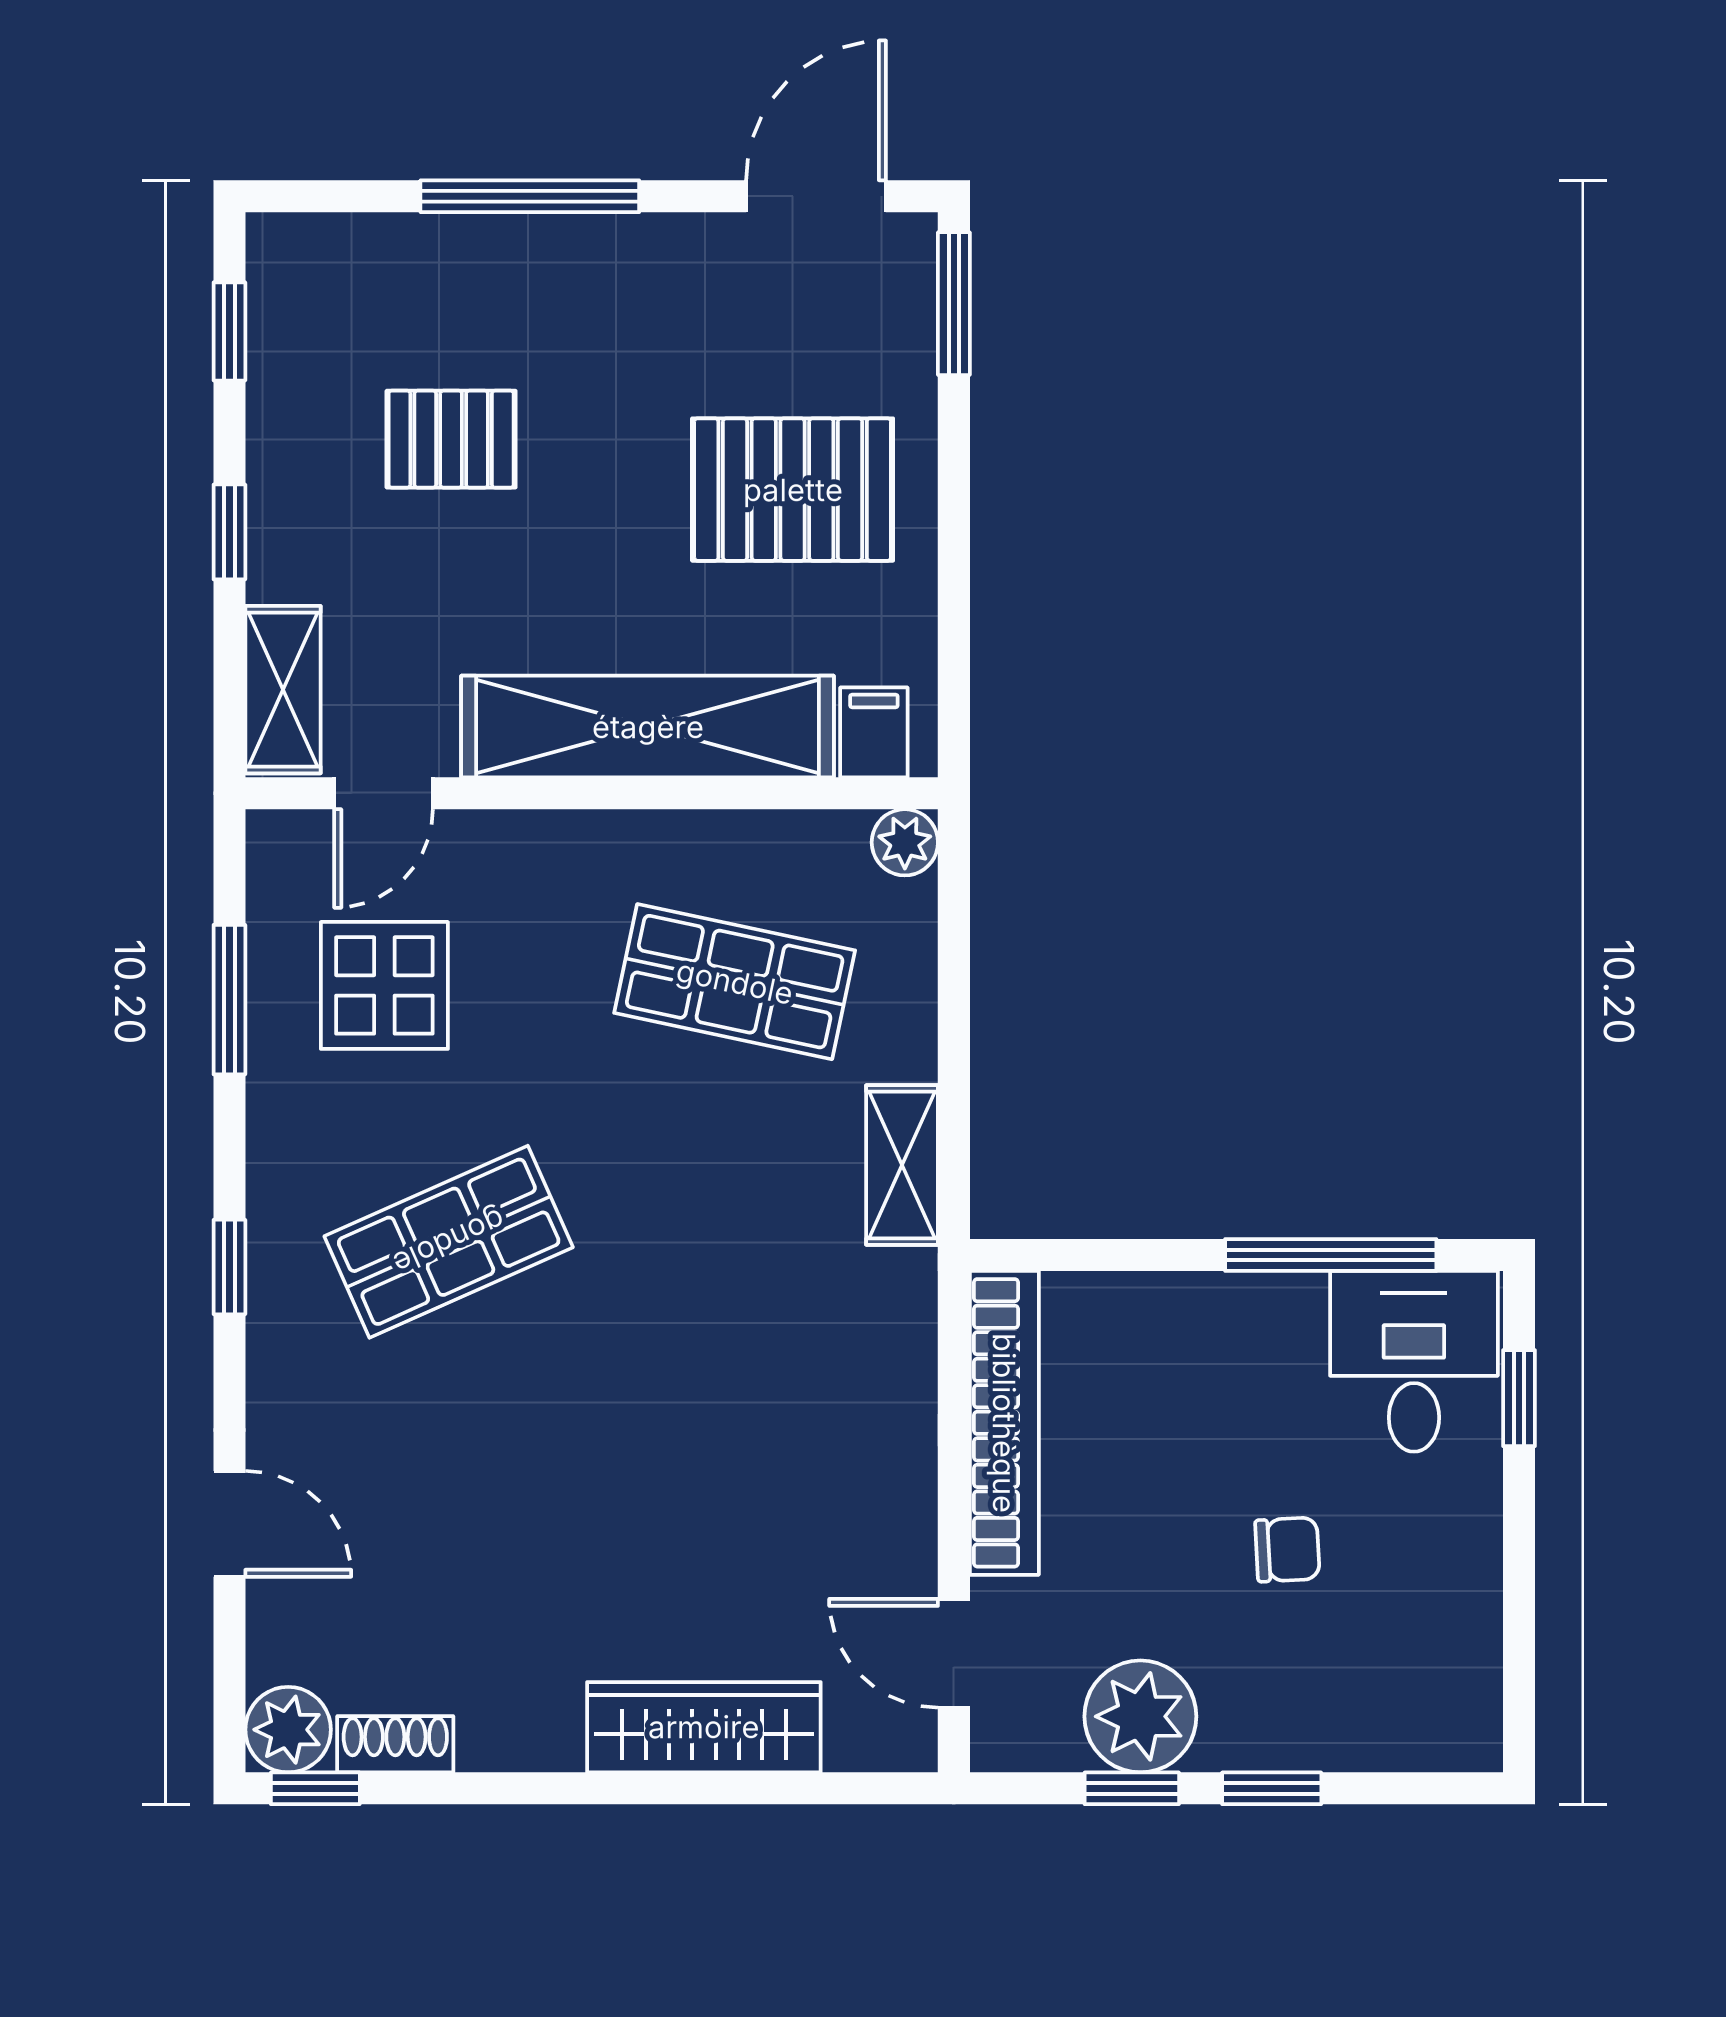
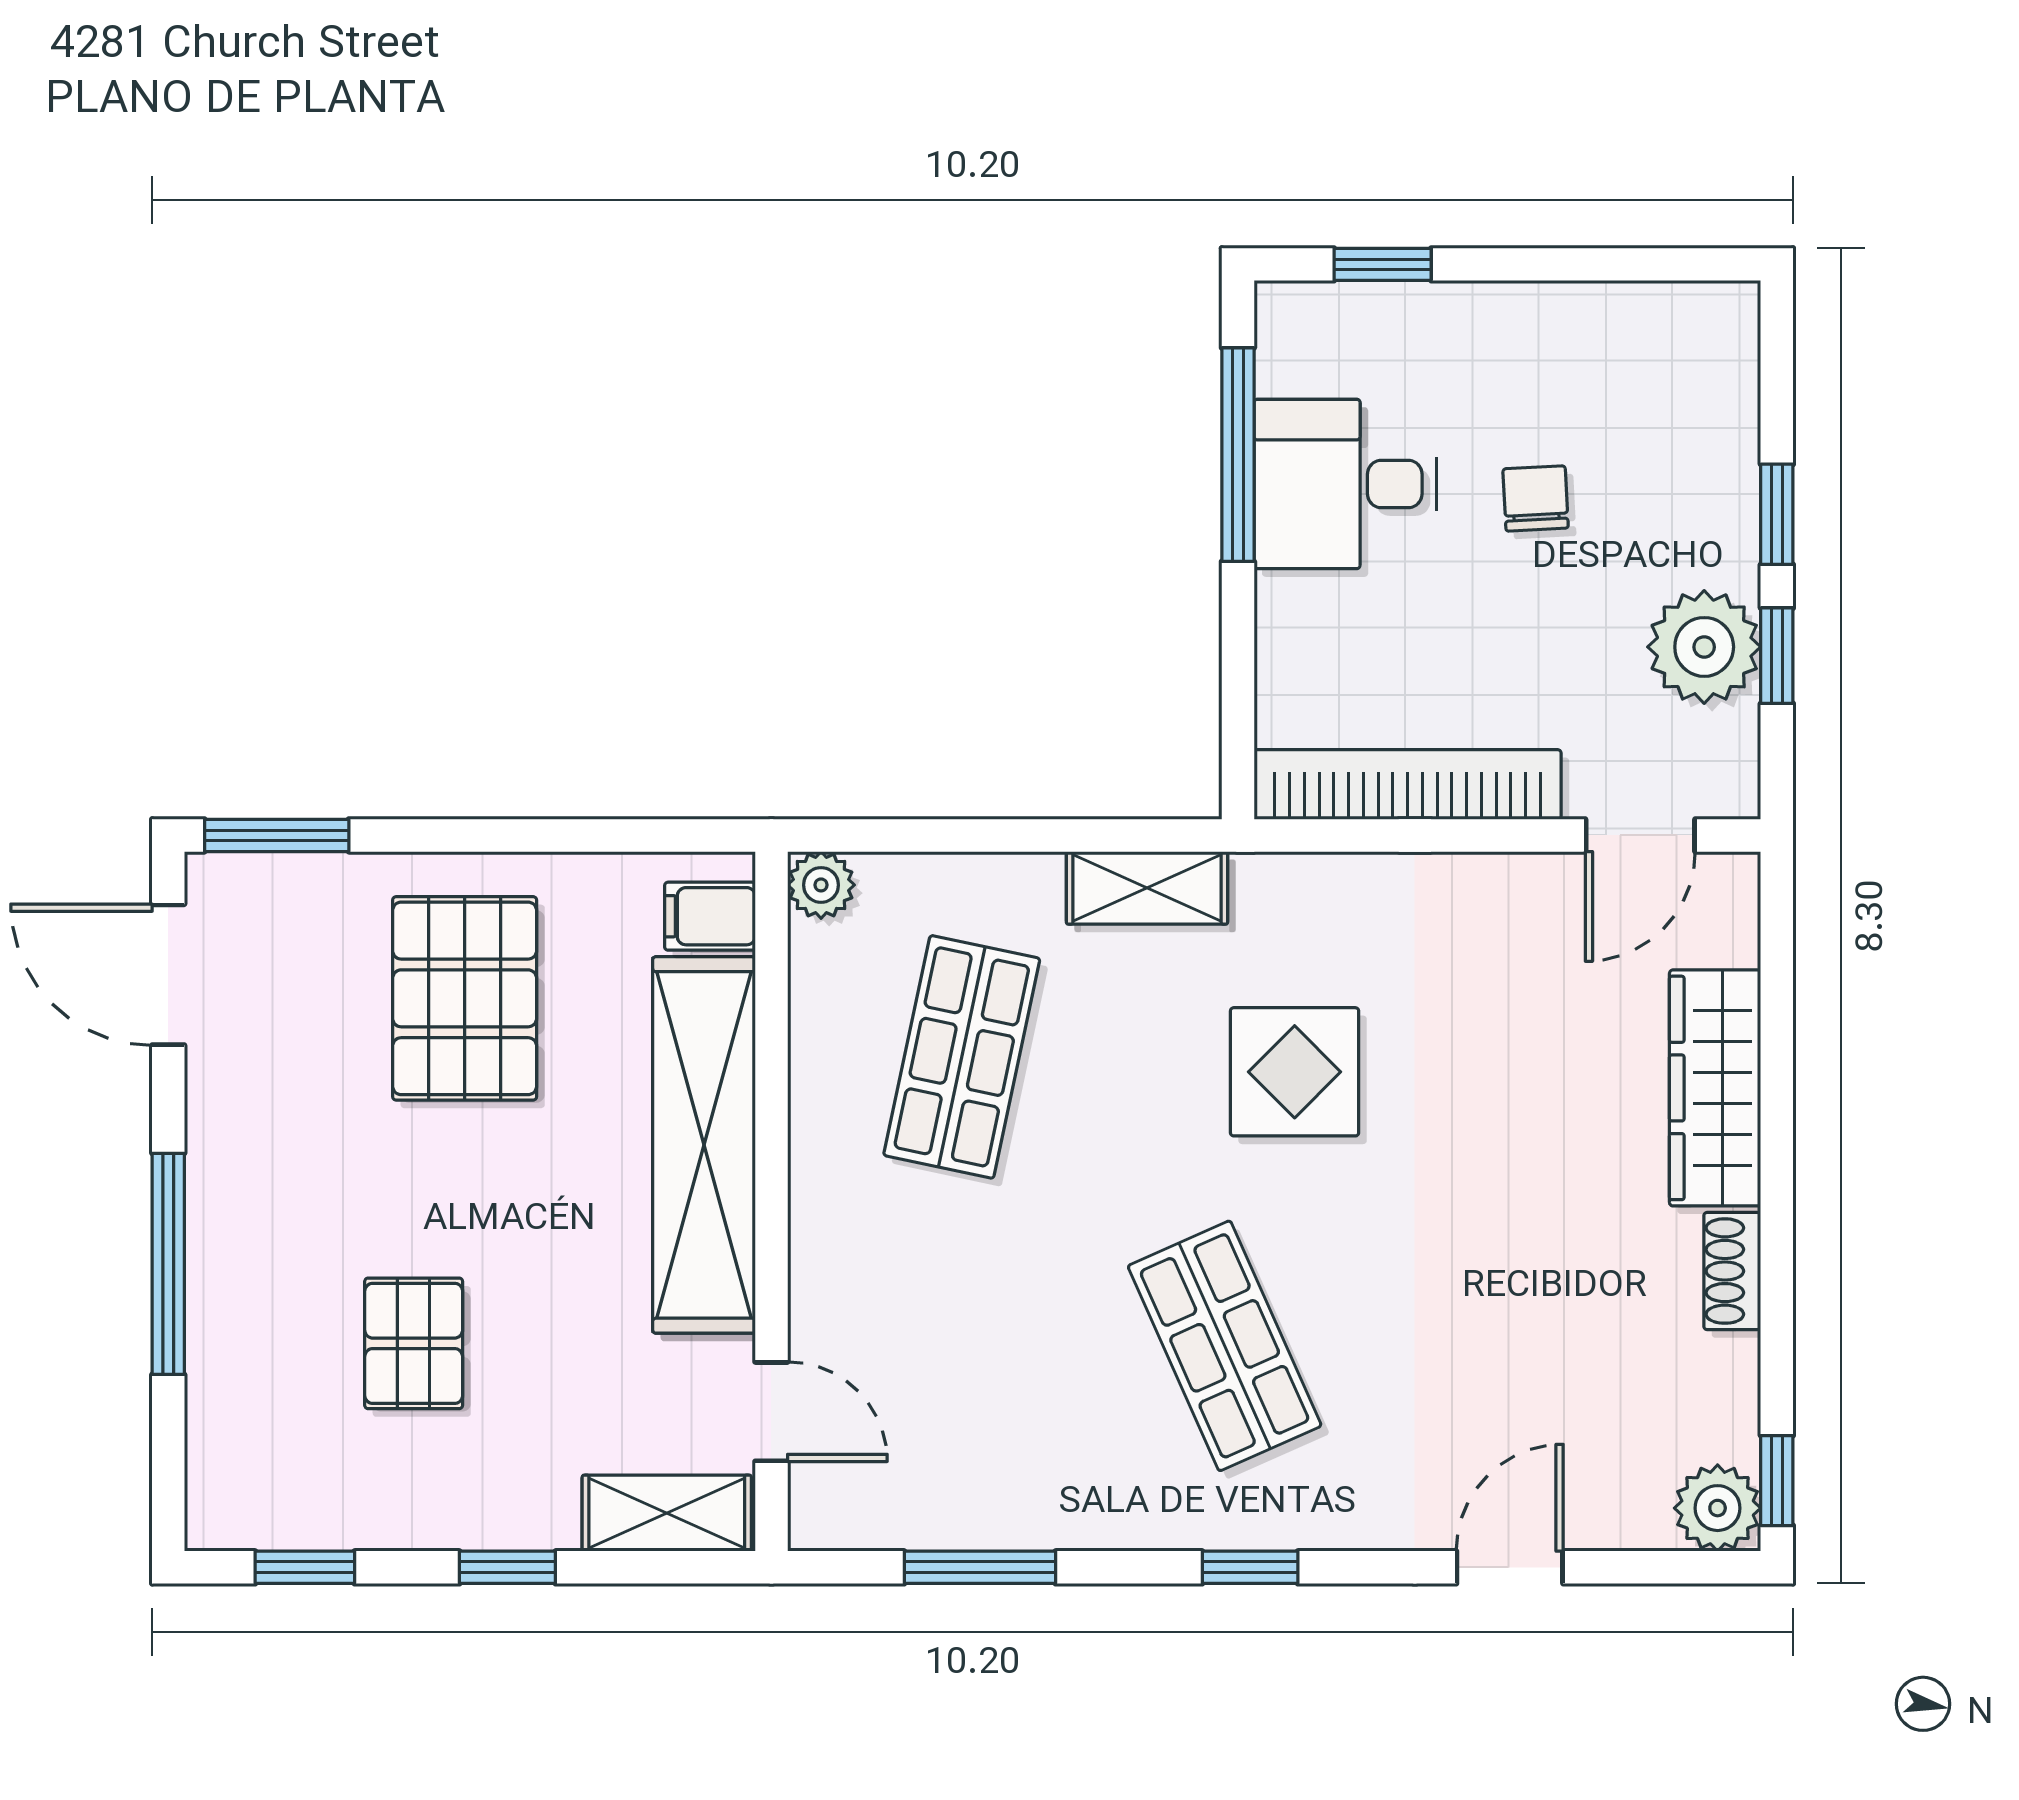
display table: (384, 985) -> (1295, 1072), moved
desk: (1414, 1361) -> (1345, 484), moved
shoe rack: (395, 1744) -> (1732, 1271), moved

